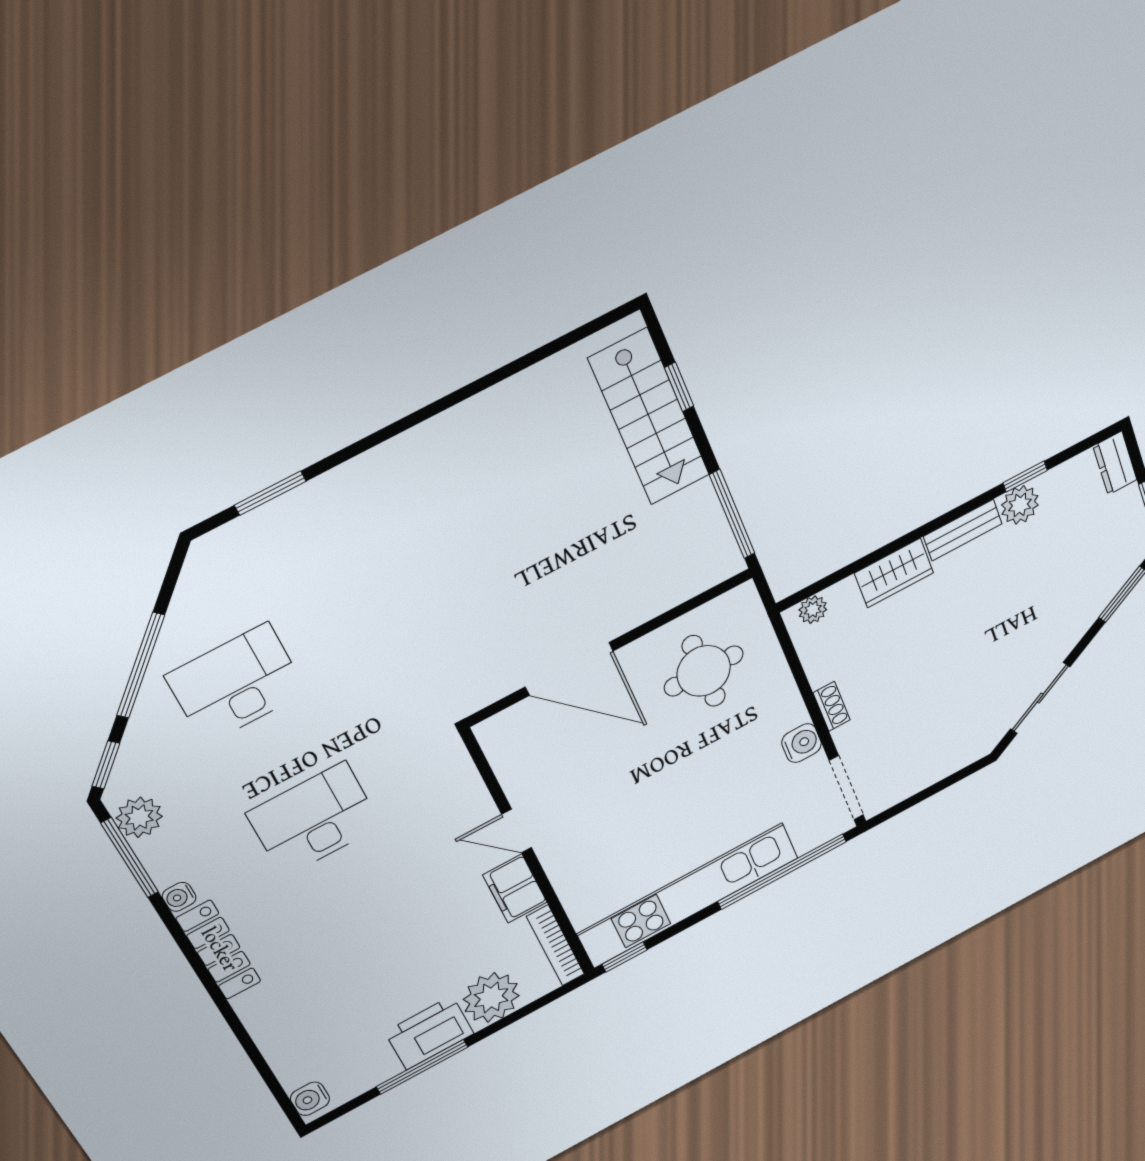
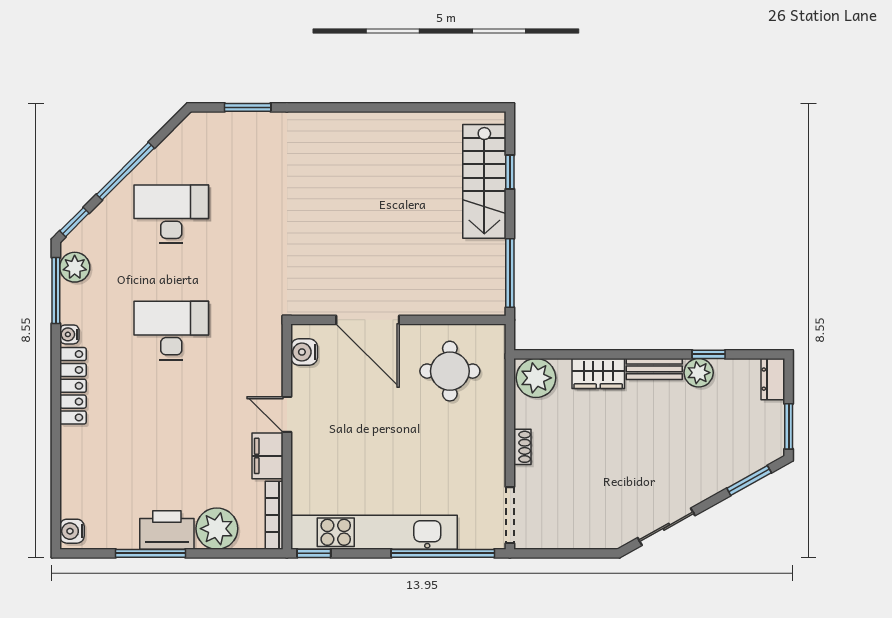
plant: (813, 610) -> (536, 378), width x1.88, depth x1.88
water cooler: (802, 743) -> (304, 352), moved, turned 180

